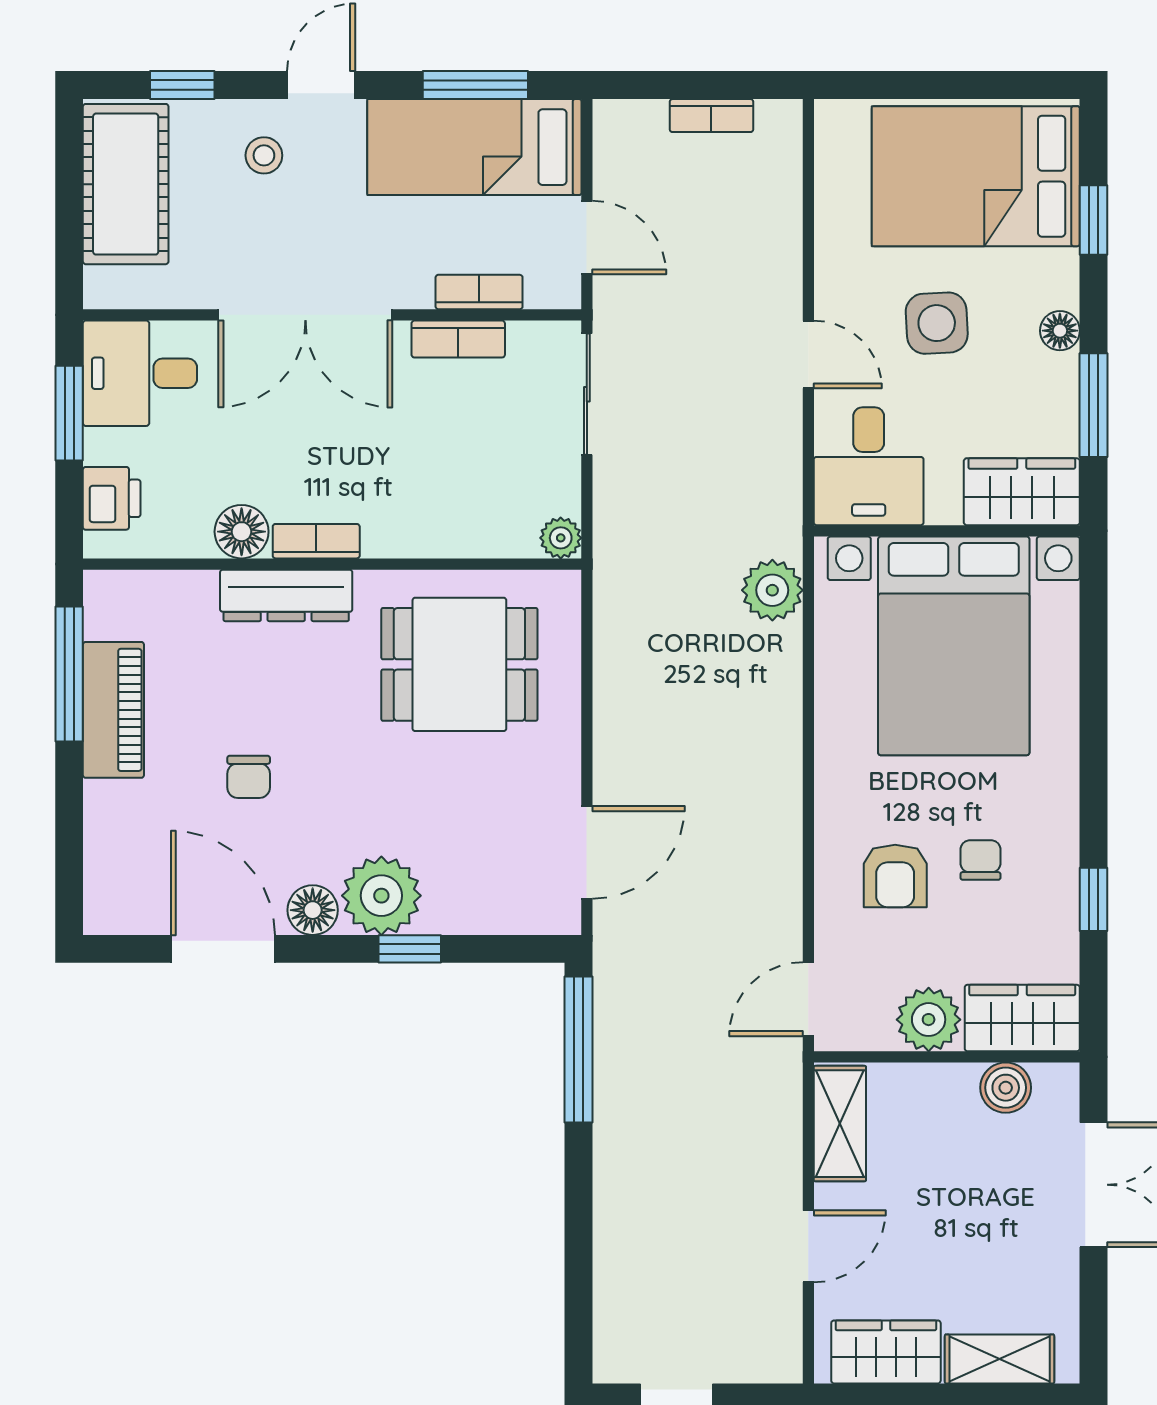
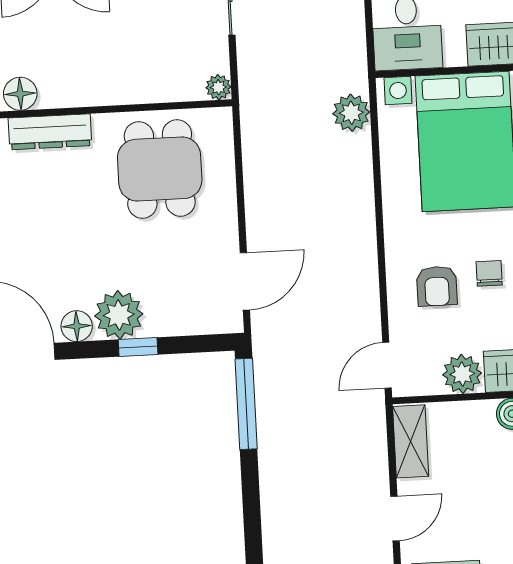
bookcase: (316, 541) -> (67, 97), removed
dining table: (459, 664) -> (160, 169), turned 90
chair: (249, 777) -> (33, 246), removed

